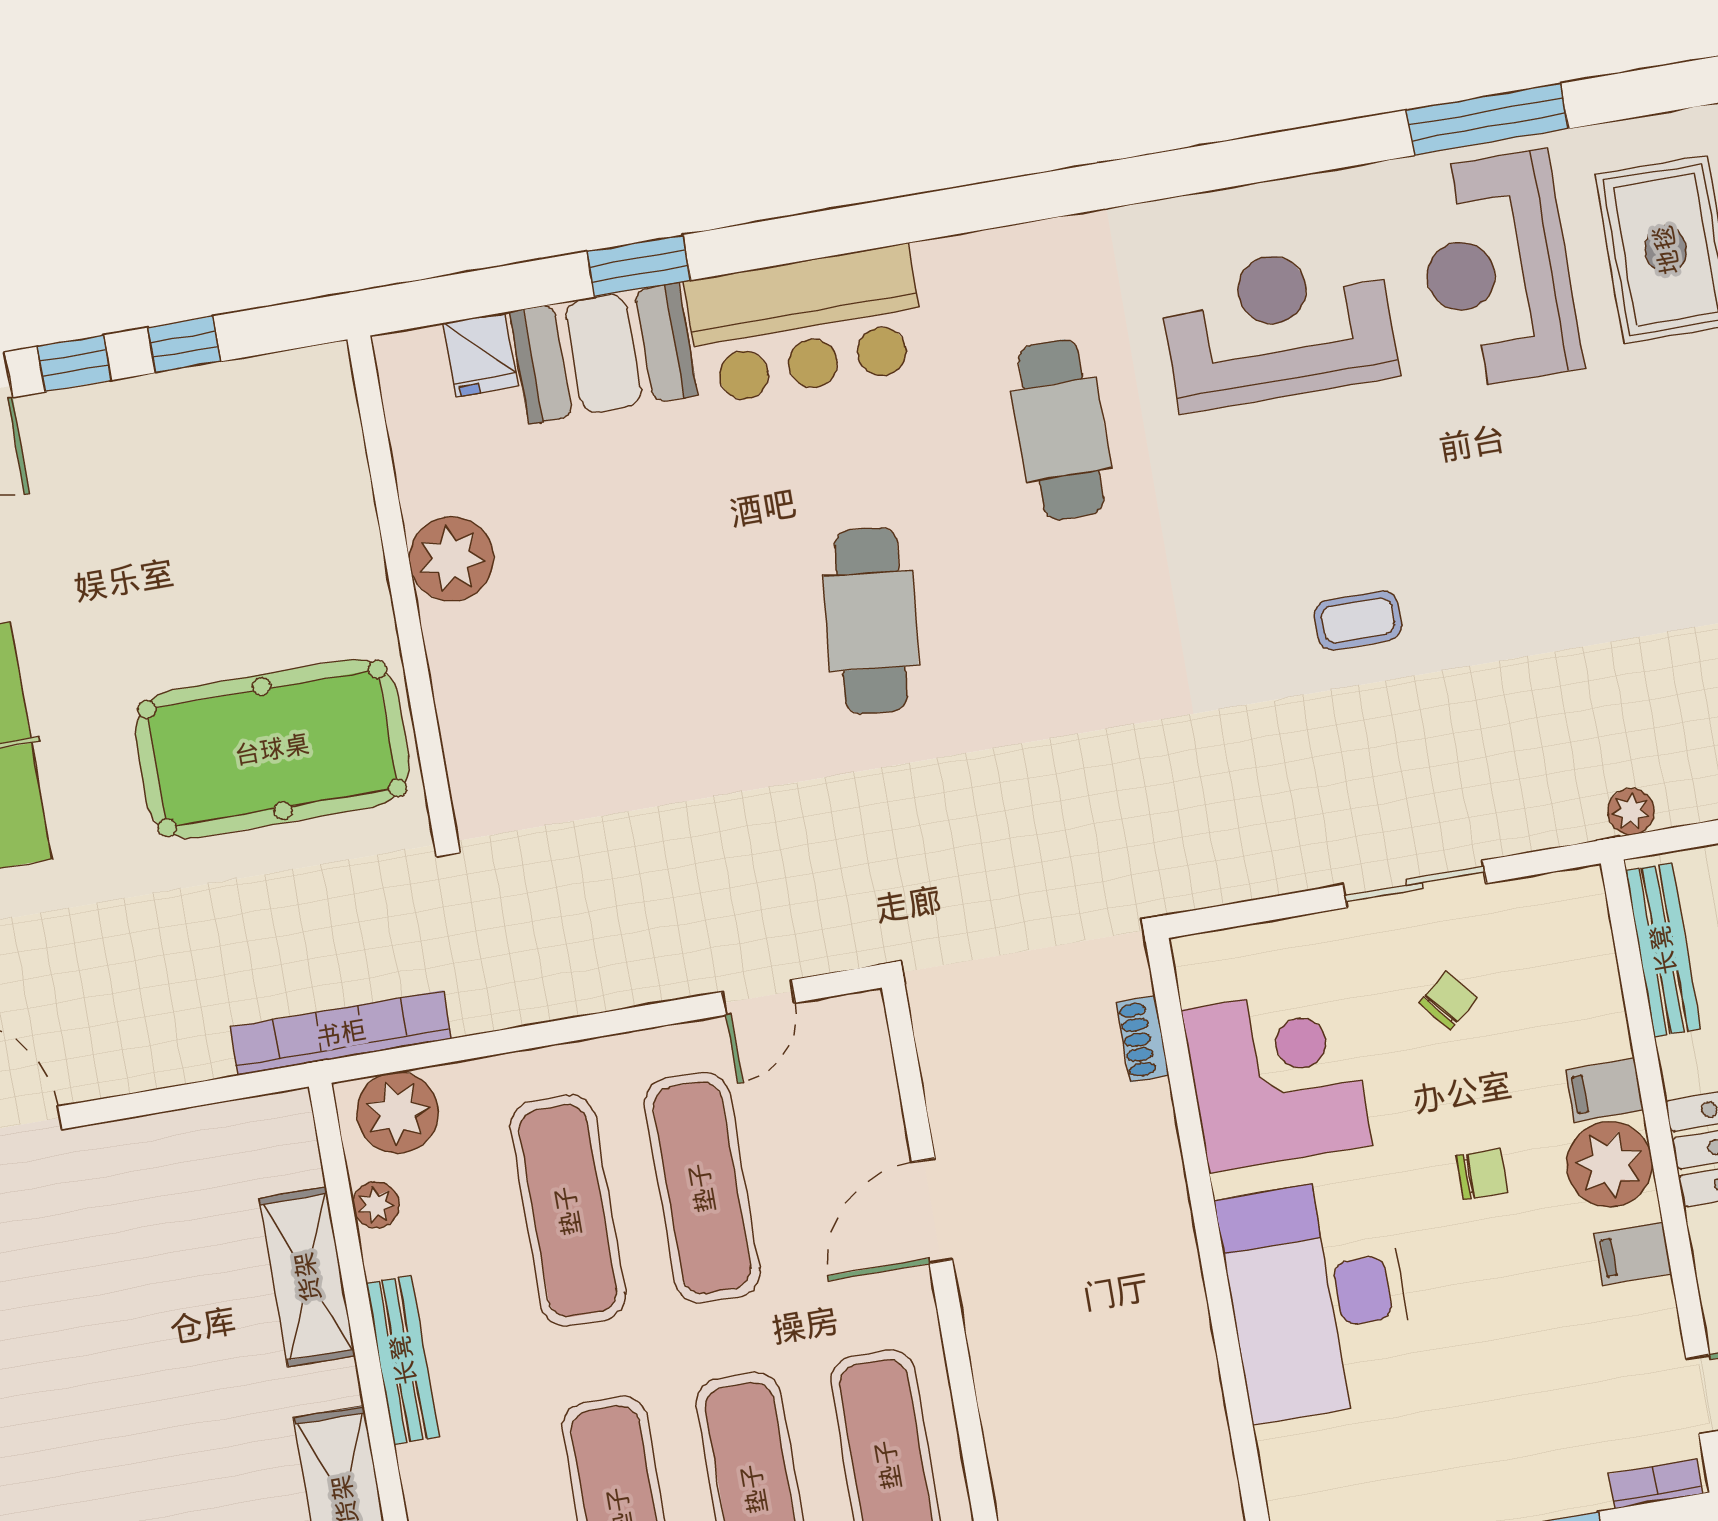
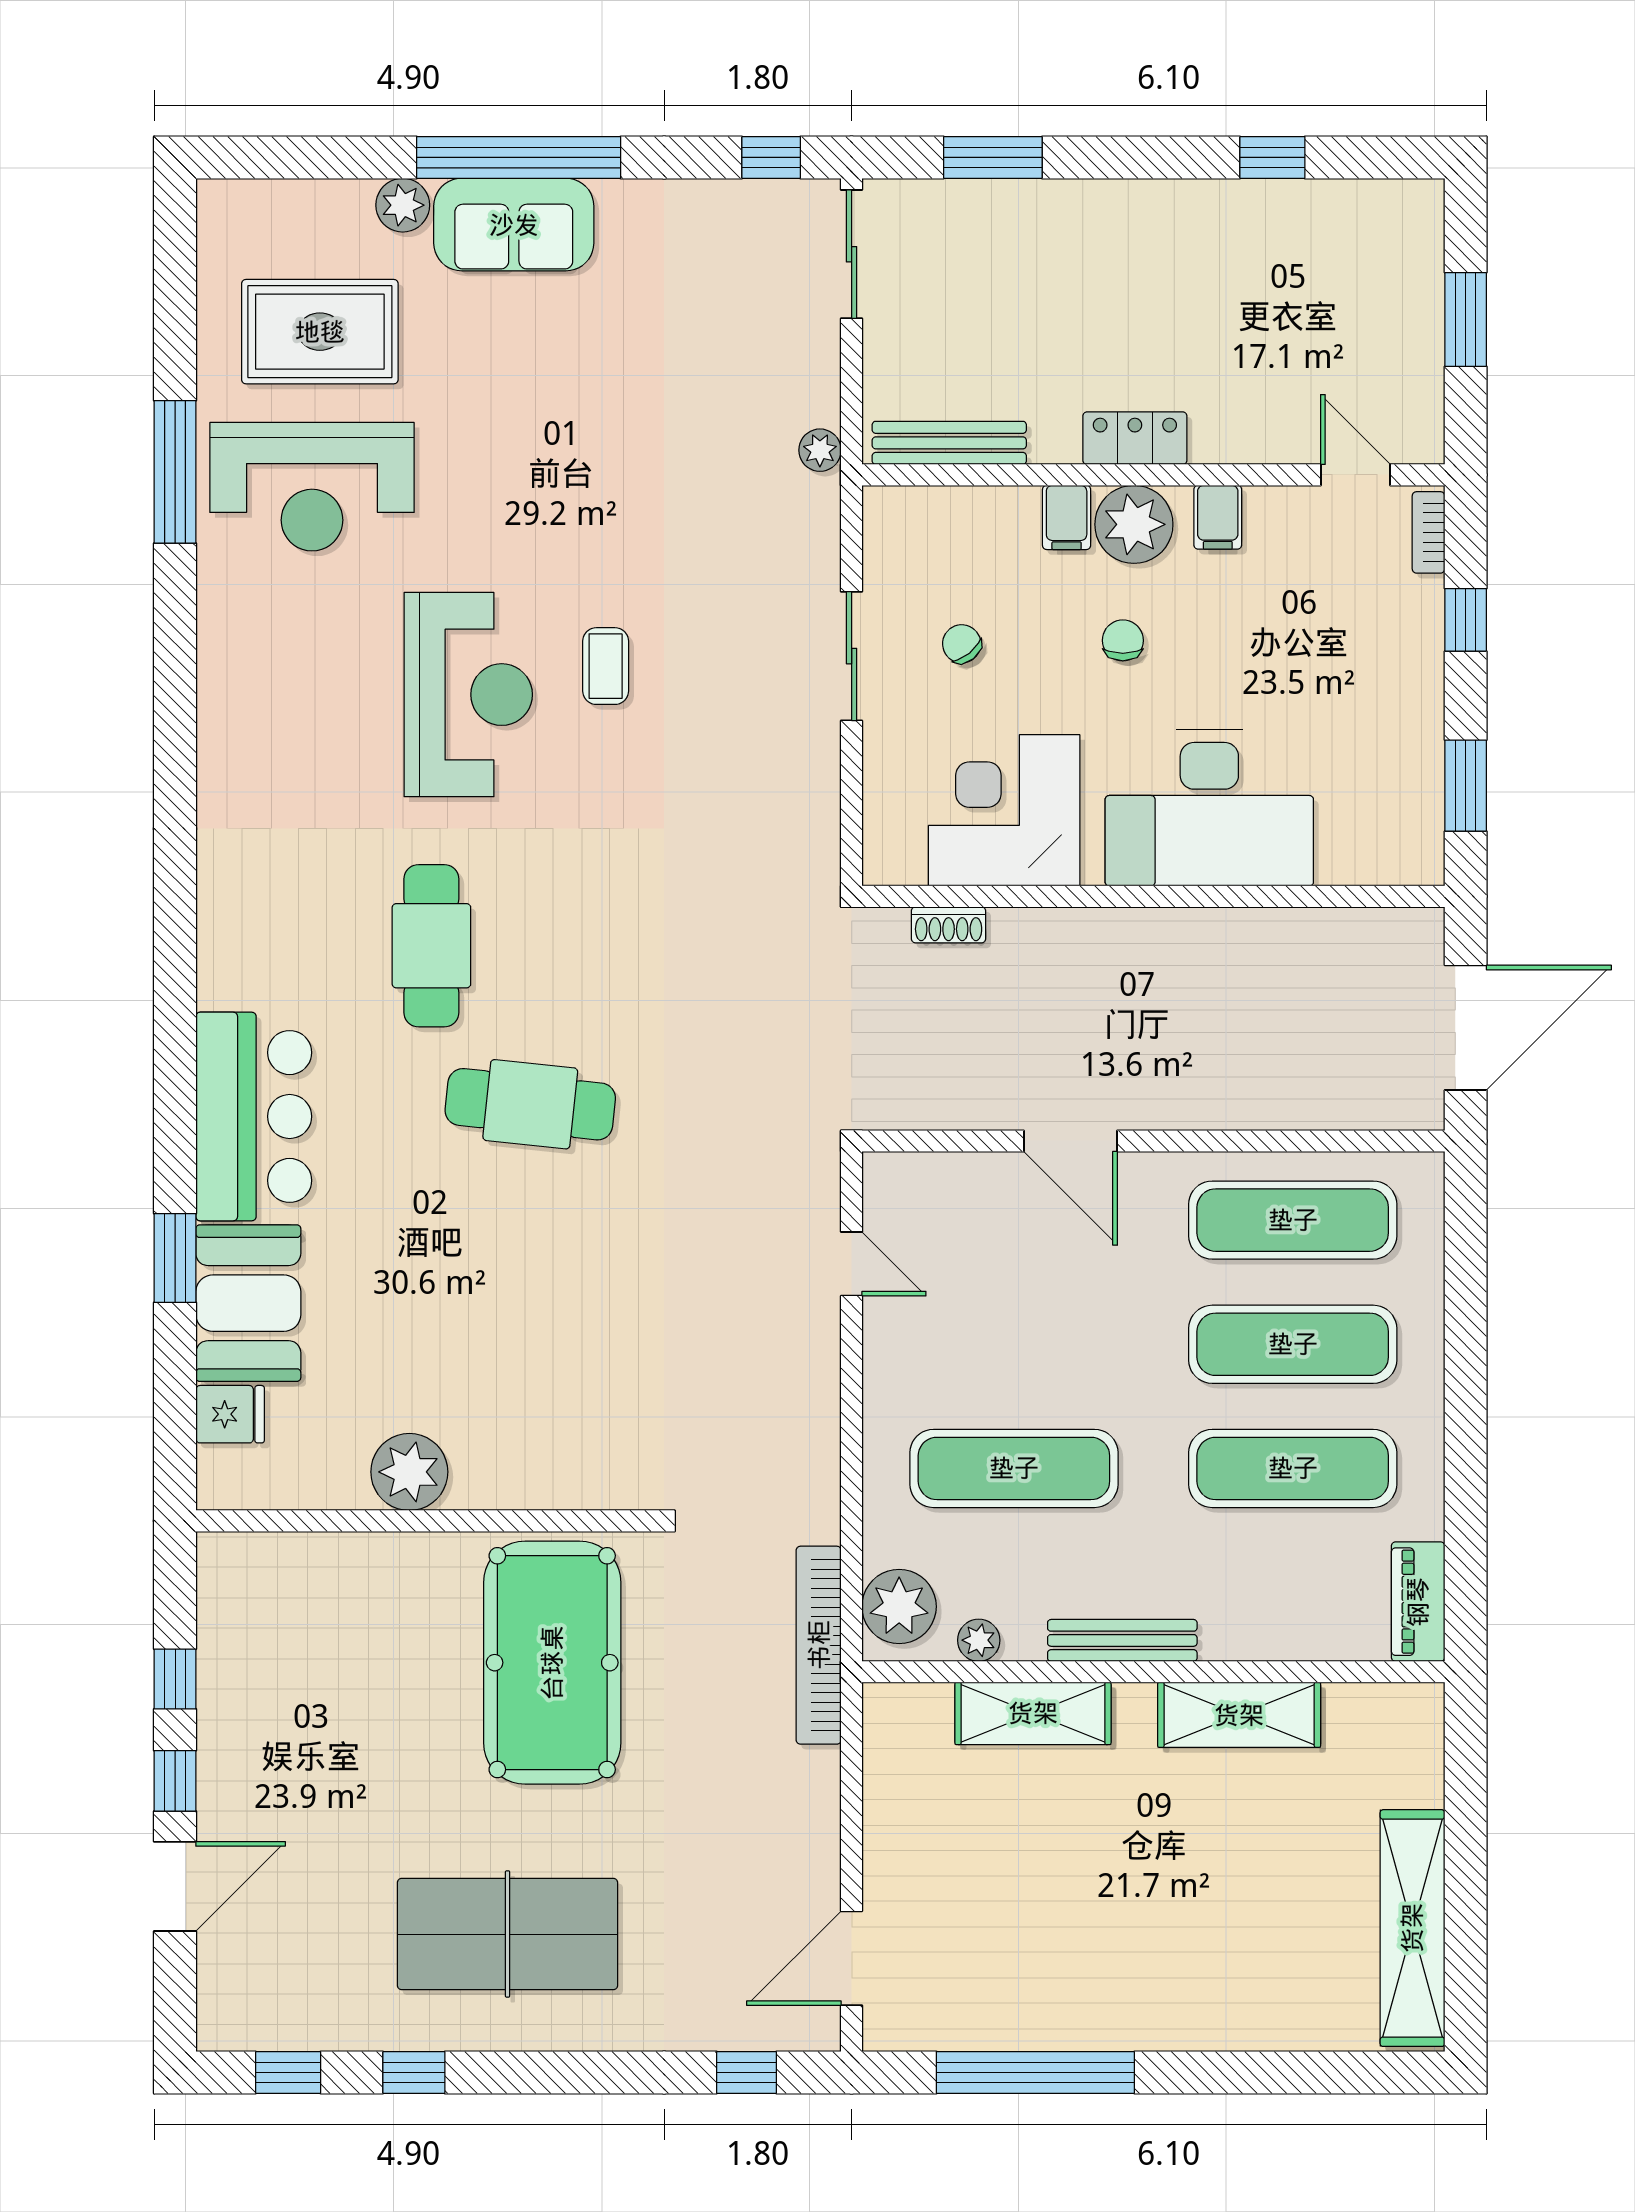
reception desk: (1278, 326) -> (468, 695), moved, turned 180
cafe table: (1061, 430) -> (431, 946), moved, turned 90
exercise mat: (702, 1188) -> (1014, 1344), removed

